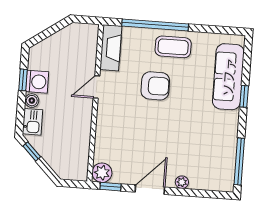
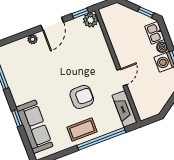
armchair: (155, 86) -> (82, 97), turned 180

